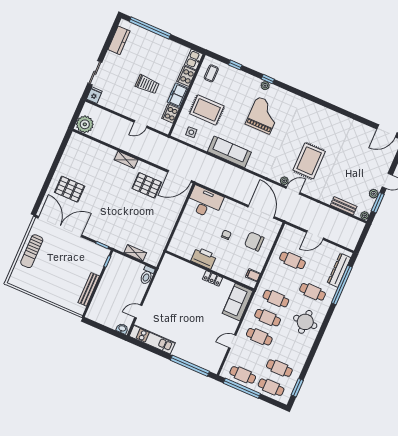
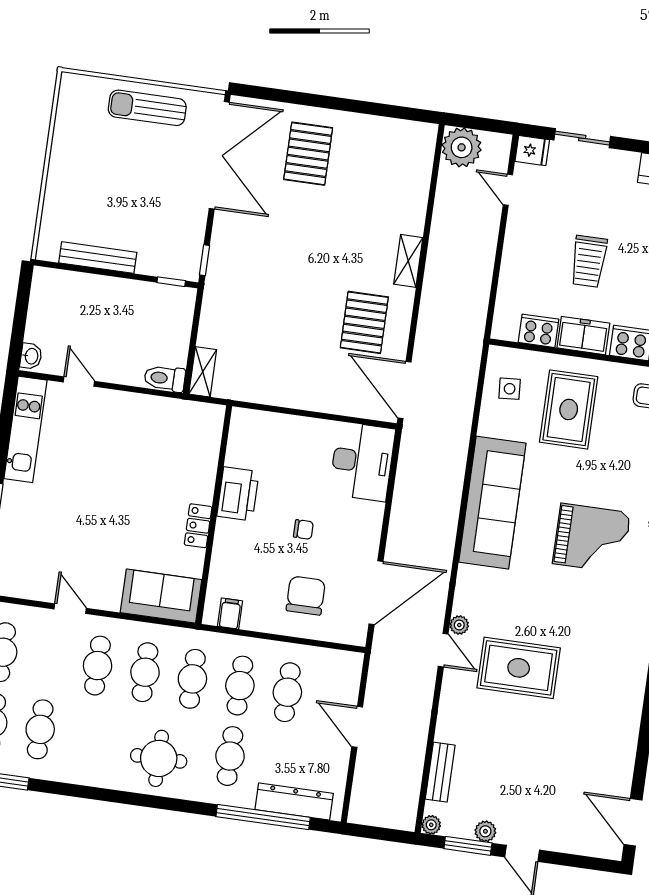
door: (141, 124) -> (508, 190), moved
sofa: (229, 152) -> (492, 503), width x1.36, depth x1.27
shelving: (135, 253) -> (203, 372), moved
cafe table: (284, 279) -> (240, 686), added

